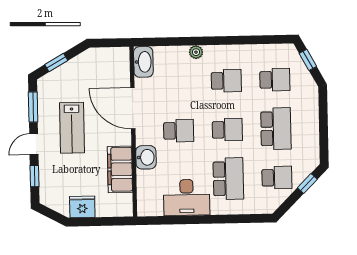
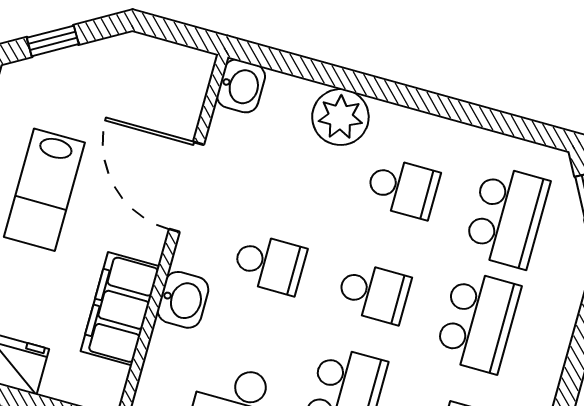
plant: (196, 52) -> (340, 117), width x1.87, depth x1.87
washbasin: (143, 62) -> (241, 86), width x0.72
school desk: (275, 80) -> (507, 217), width x1.85

